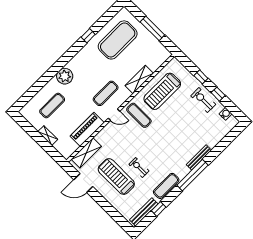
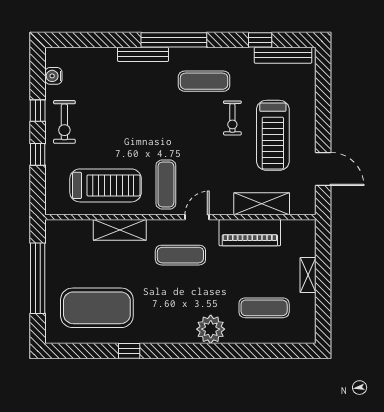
window: (152, 28) -> (38, 278), width x1.46
door: (114, 115) -> (197, 217), hinge flipped
shelving: (86, 153) -> (262, 204), moved
exercise mat: (166, 186) -> (204, 81), moved

